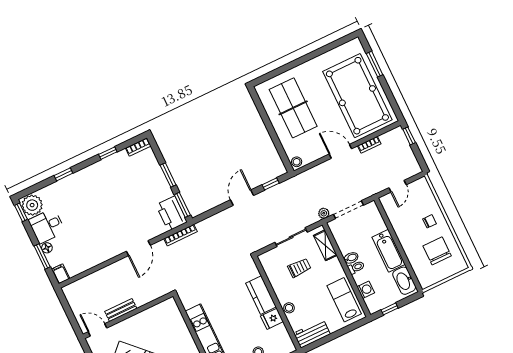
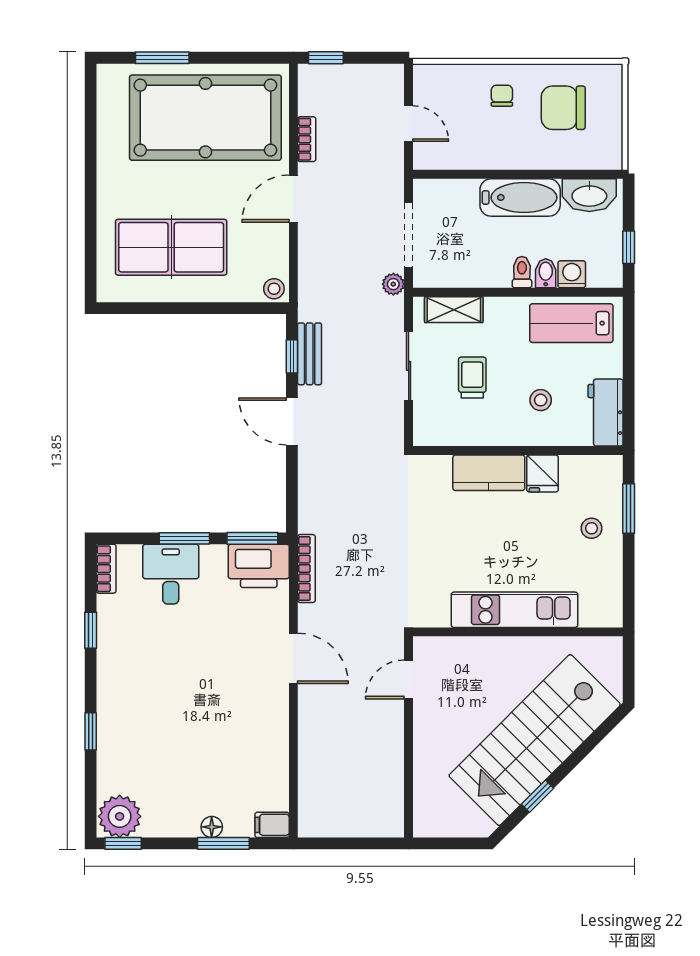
desk: (47, 226) -> (171, 574), moved, turned 180
bidet: (351, 258) -> (546, 273), moved
stool: (289, 308) -> (541, 400), moved
bench: (121, 310) -> (310, 354), moved
door: (98, 330) -> (409, 680), moved

